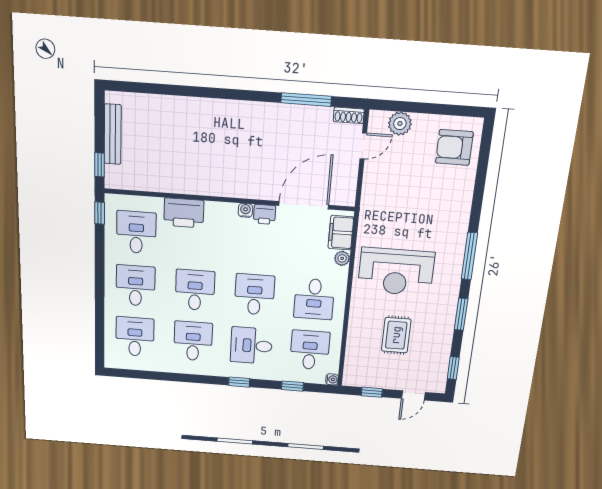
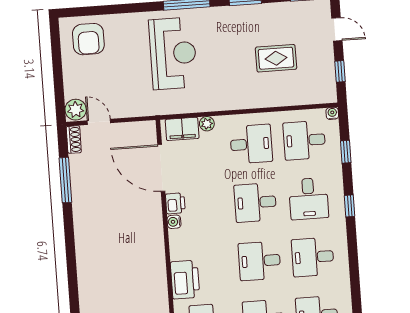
plant: (400, 124) -> (76, 110), moved
reception desk: (396, 272) -> (173, 53), moved

